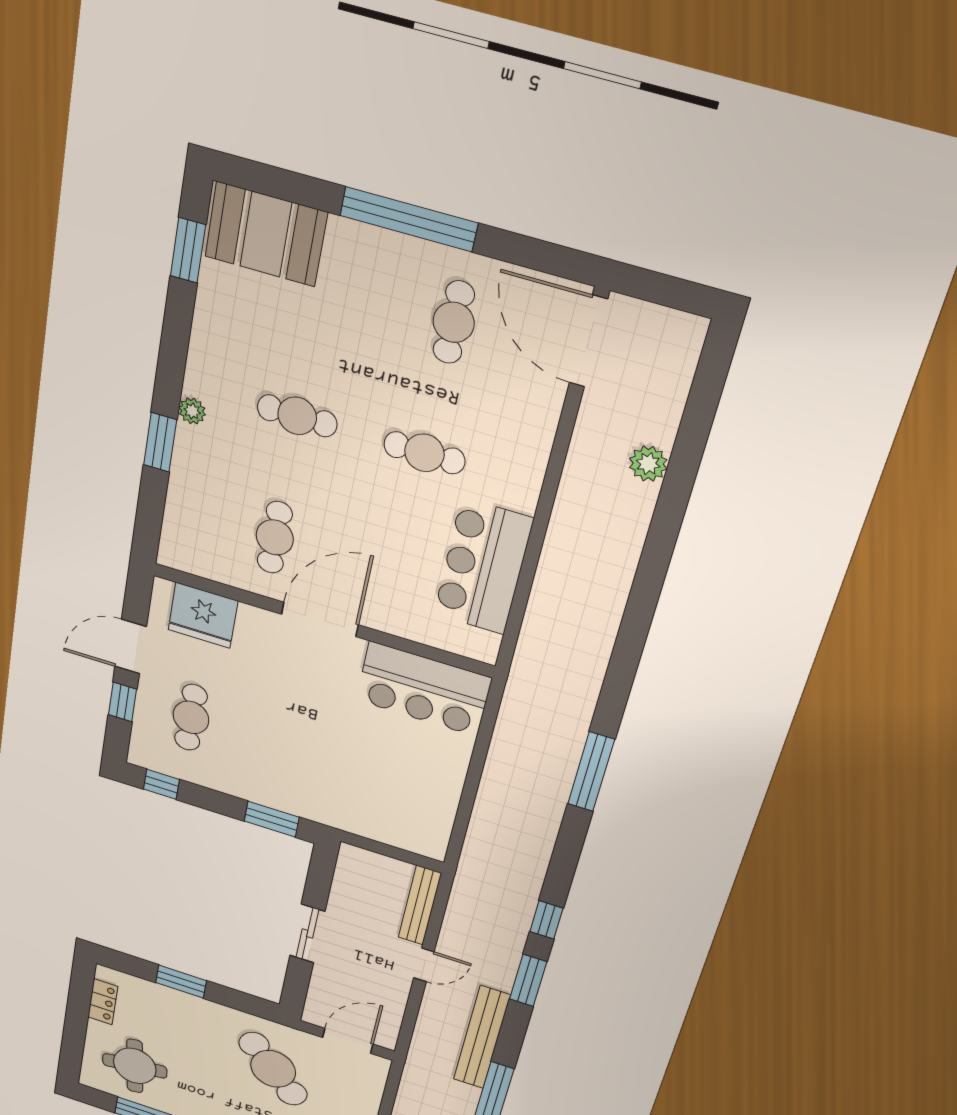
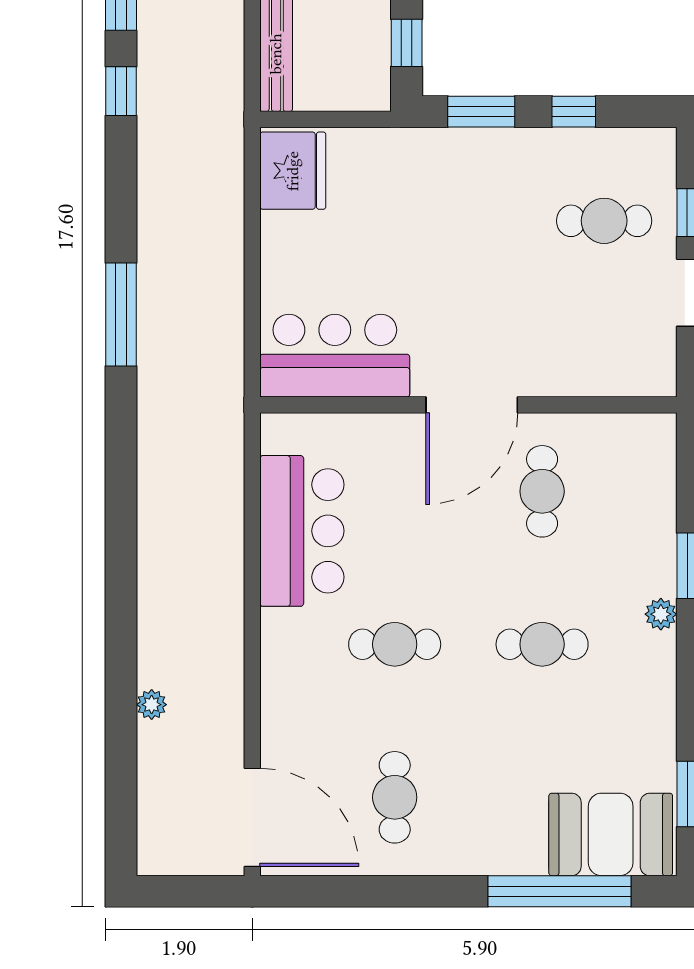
window: (409, 219) -> (560, 891), moved
plant: (648, 464) -> (152, 705), width x0.73, depth x0.73
fridge: (203, 615) -> (293, 171), moved, turned 90
cafe table: (191, 717) -> (604, 221), turned 90
window: (161, 784) -> (574, 112), moved
window: (319, 881) -> (407, 43), added

